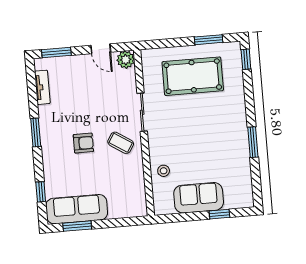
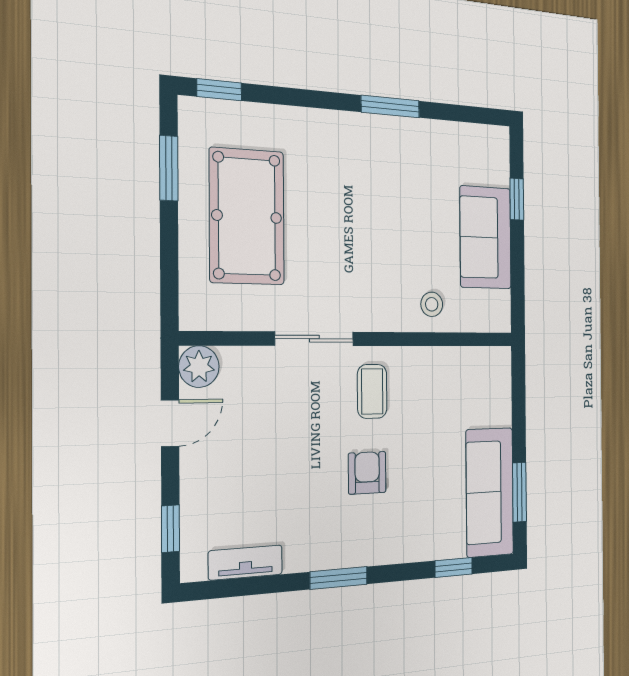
window: (56, 52) -> (170, 529), width x0.67
coffee table: (121, 143) -> (372, 391), turned -33

